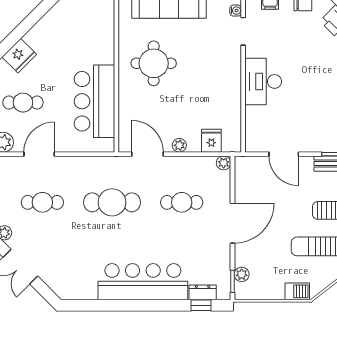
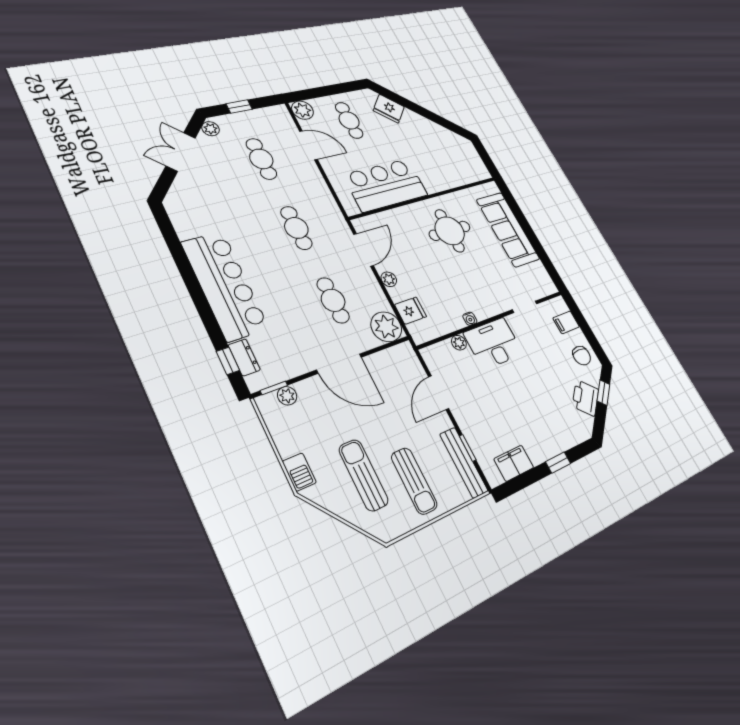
water cooler: (236, 11) -> (470, 319), moved
plant: (252, 113) -> (459, 343), added
plant: (224, 163) -> (386, 327), width x1.88, depth x1.88
cafe table: (112, 202) -> (296, 228), width x0.73, depth x0.74

